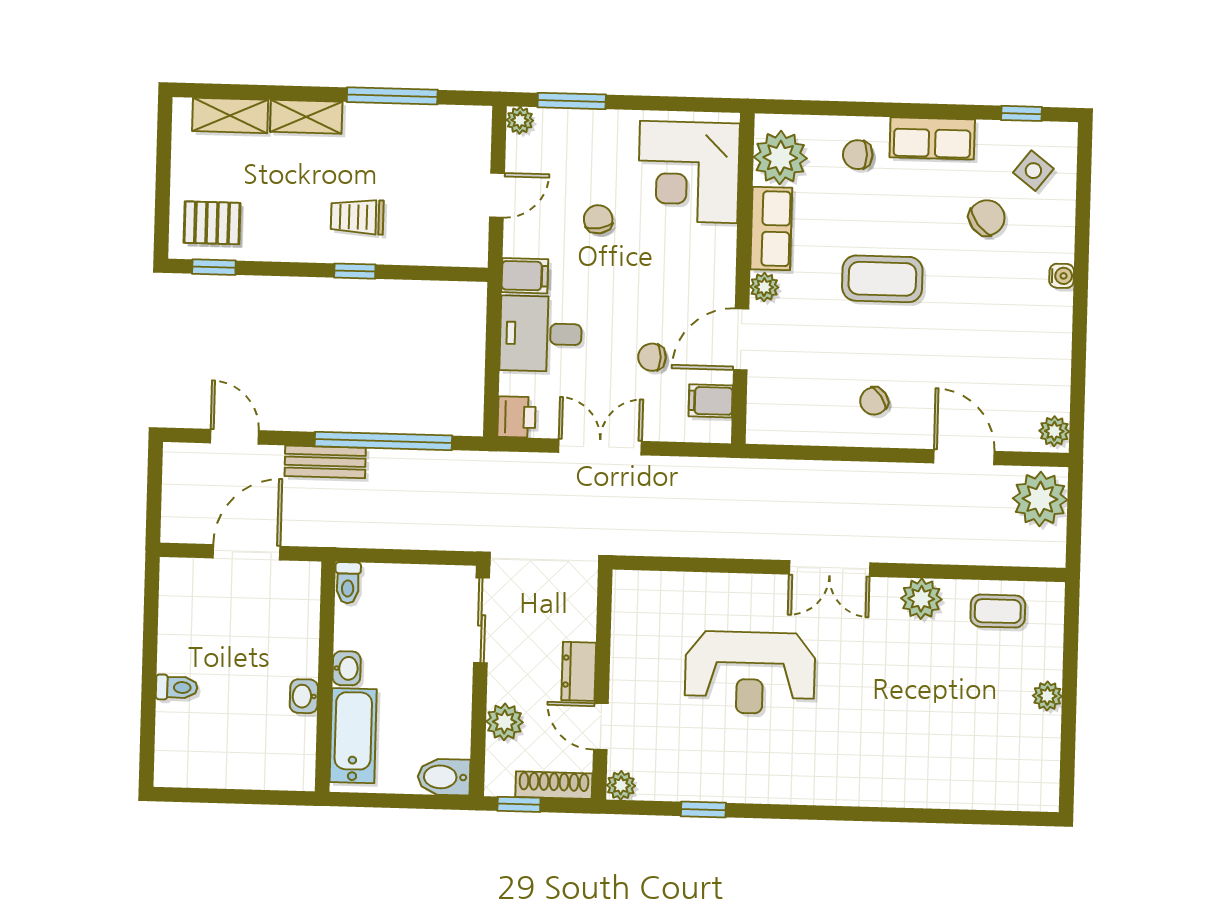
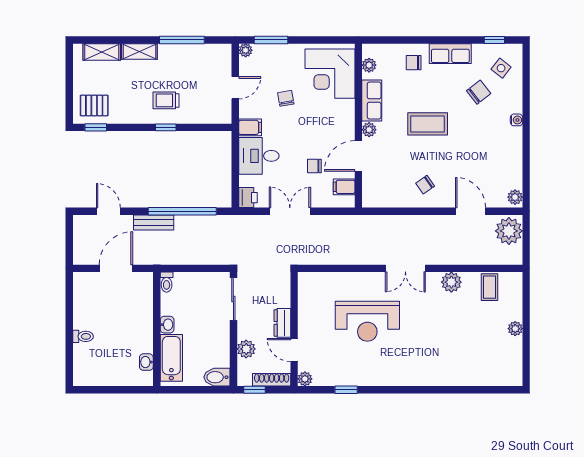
plant: (780, 158) -> (369, 65), width x0.53, depth x0.53
coffee table: (998, 611) -> (489, 287), turned 90
washbasin: (304, 696) -> (146, 362), moved

